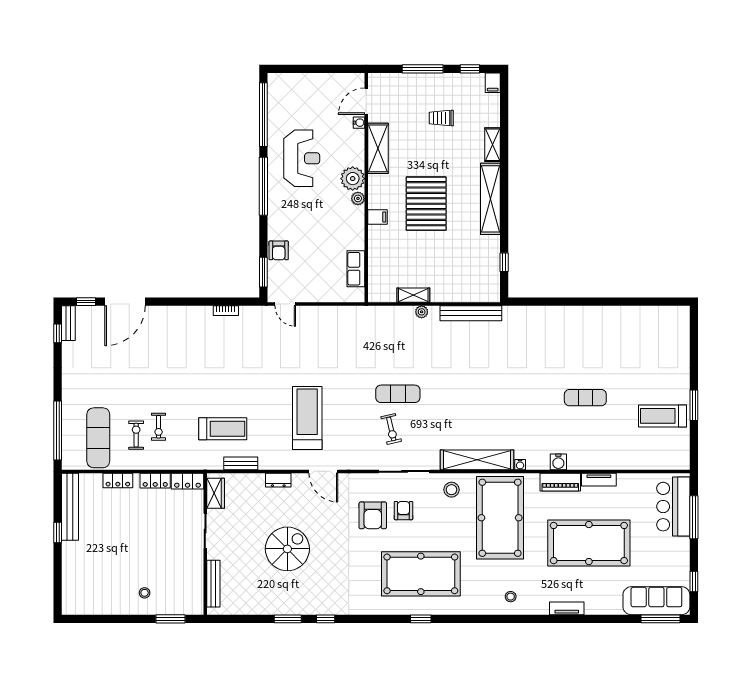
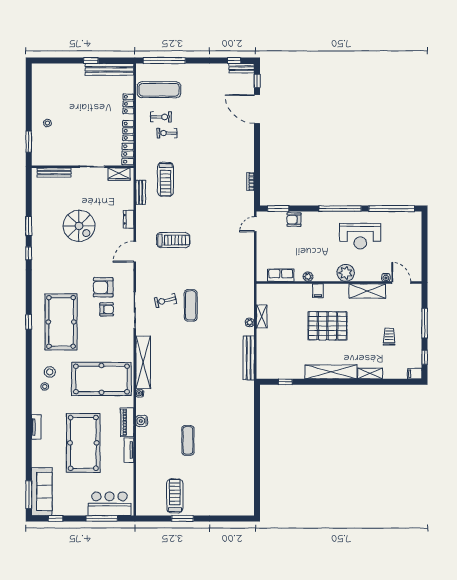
plant: (358, 198) -> (308, 277), moved
treadmill: (307, 418) -> (173, 240), width x0.73, depth x0.73
stool: (451, 490) -> (50, 372), moved

